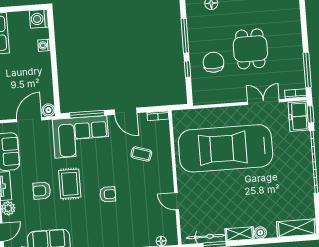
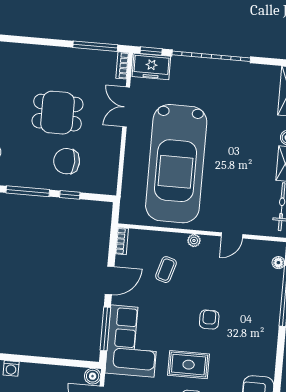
plant: (168, 172) -> (194, 240), added

